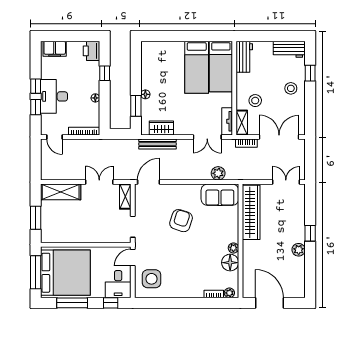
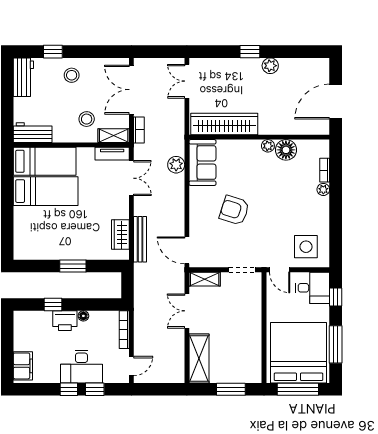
printer: (91, 51) -> (65, 321), moved
floor lamp: (145, 94) -> (79, 254), removed
window: (136, 106) -> (73, 266), moved
plant: (229, 293) -> (323, 189), moved

